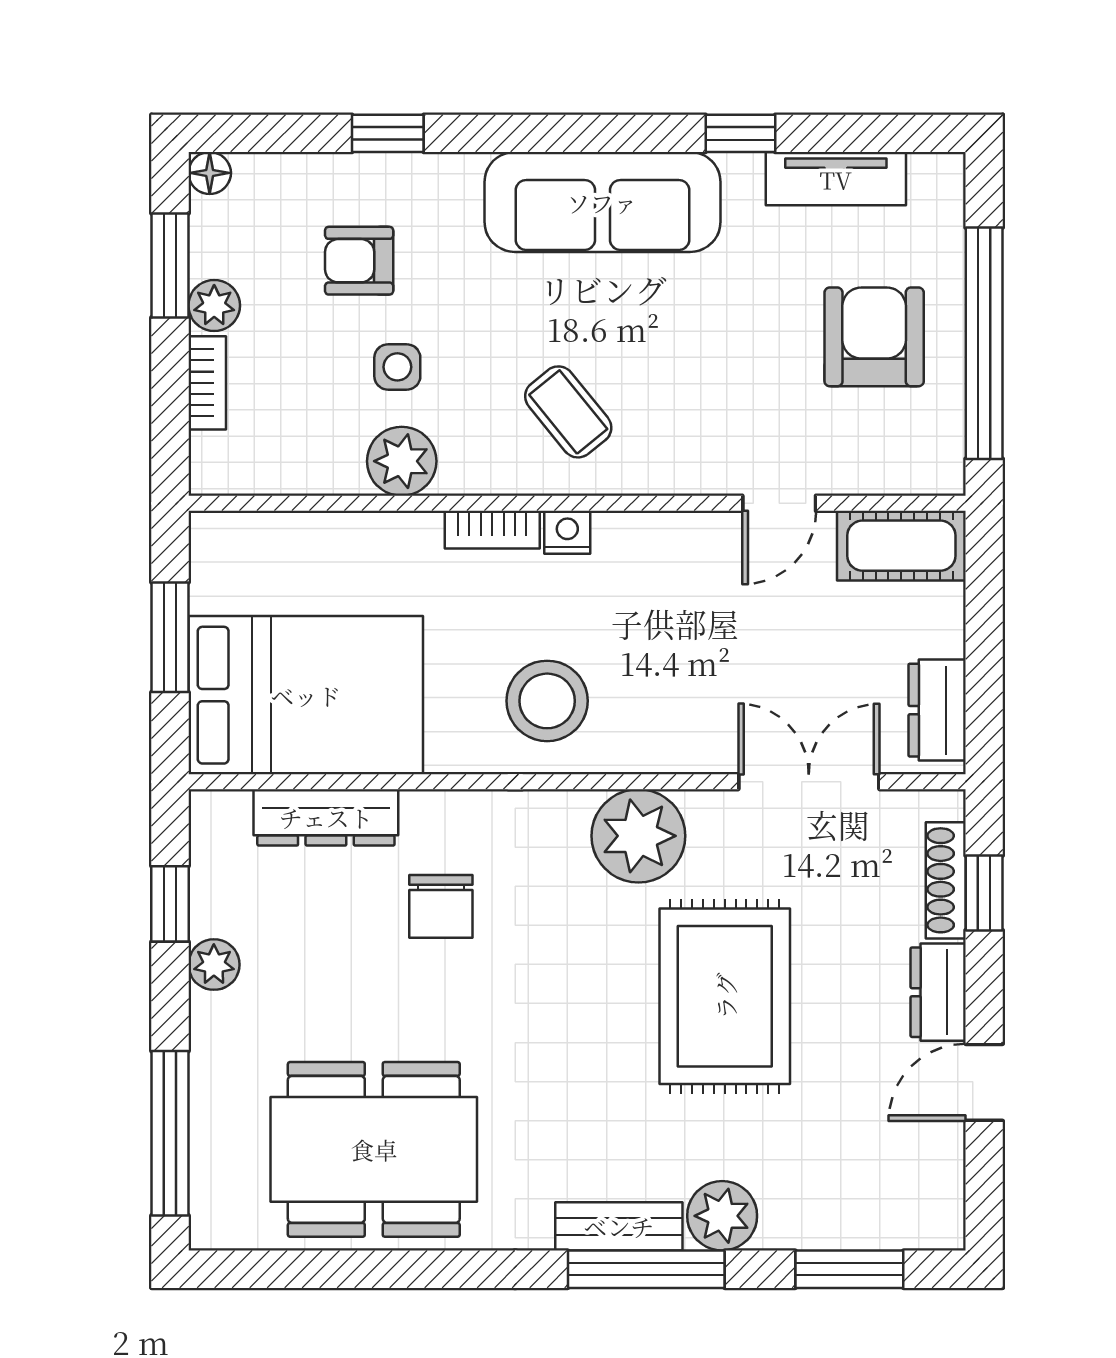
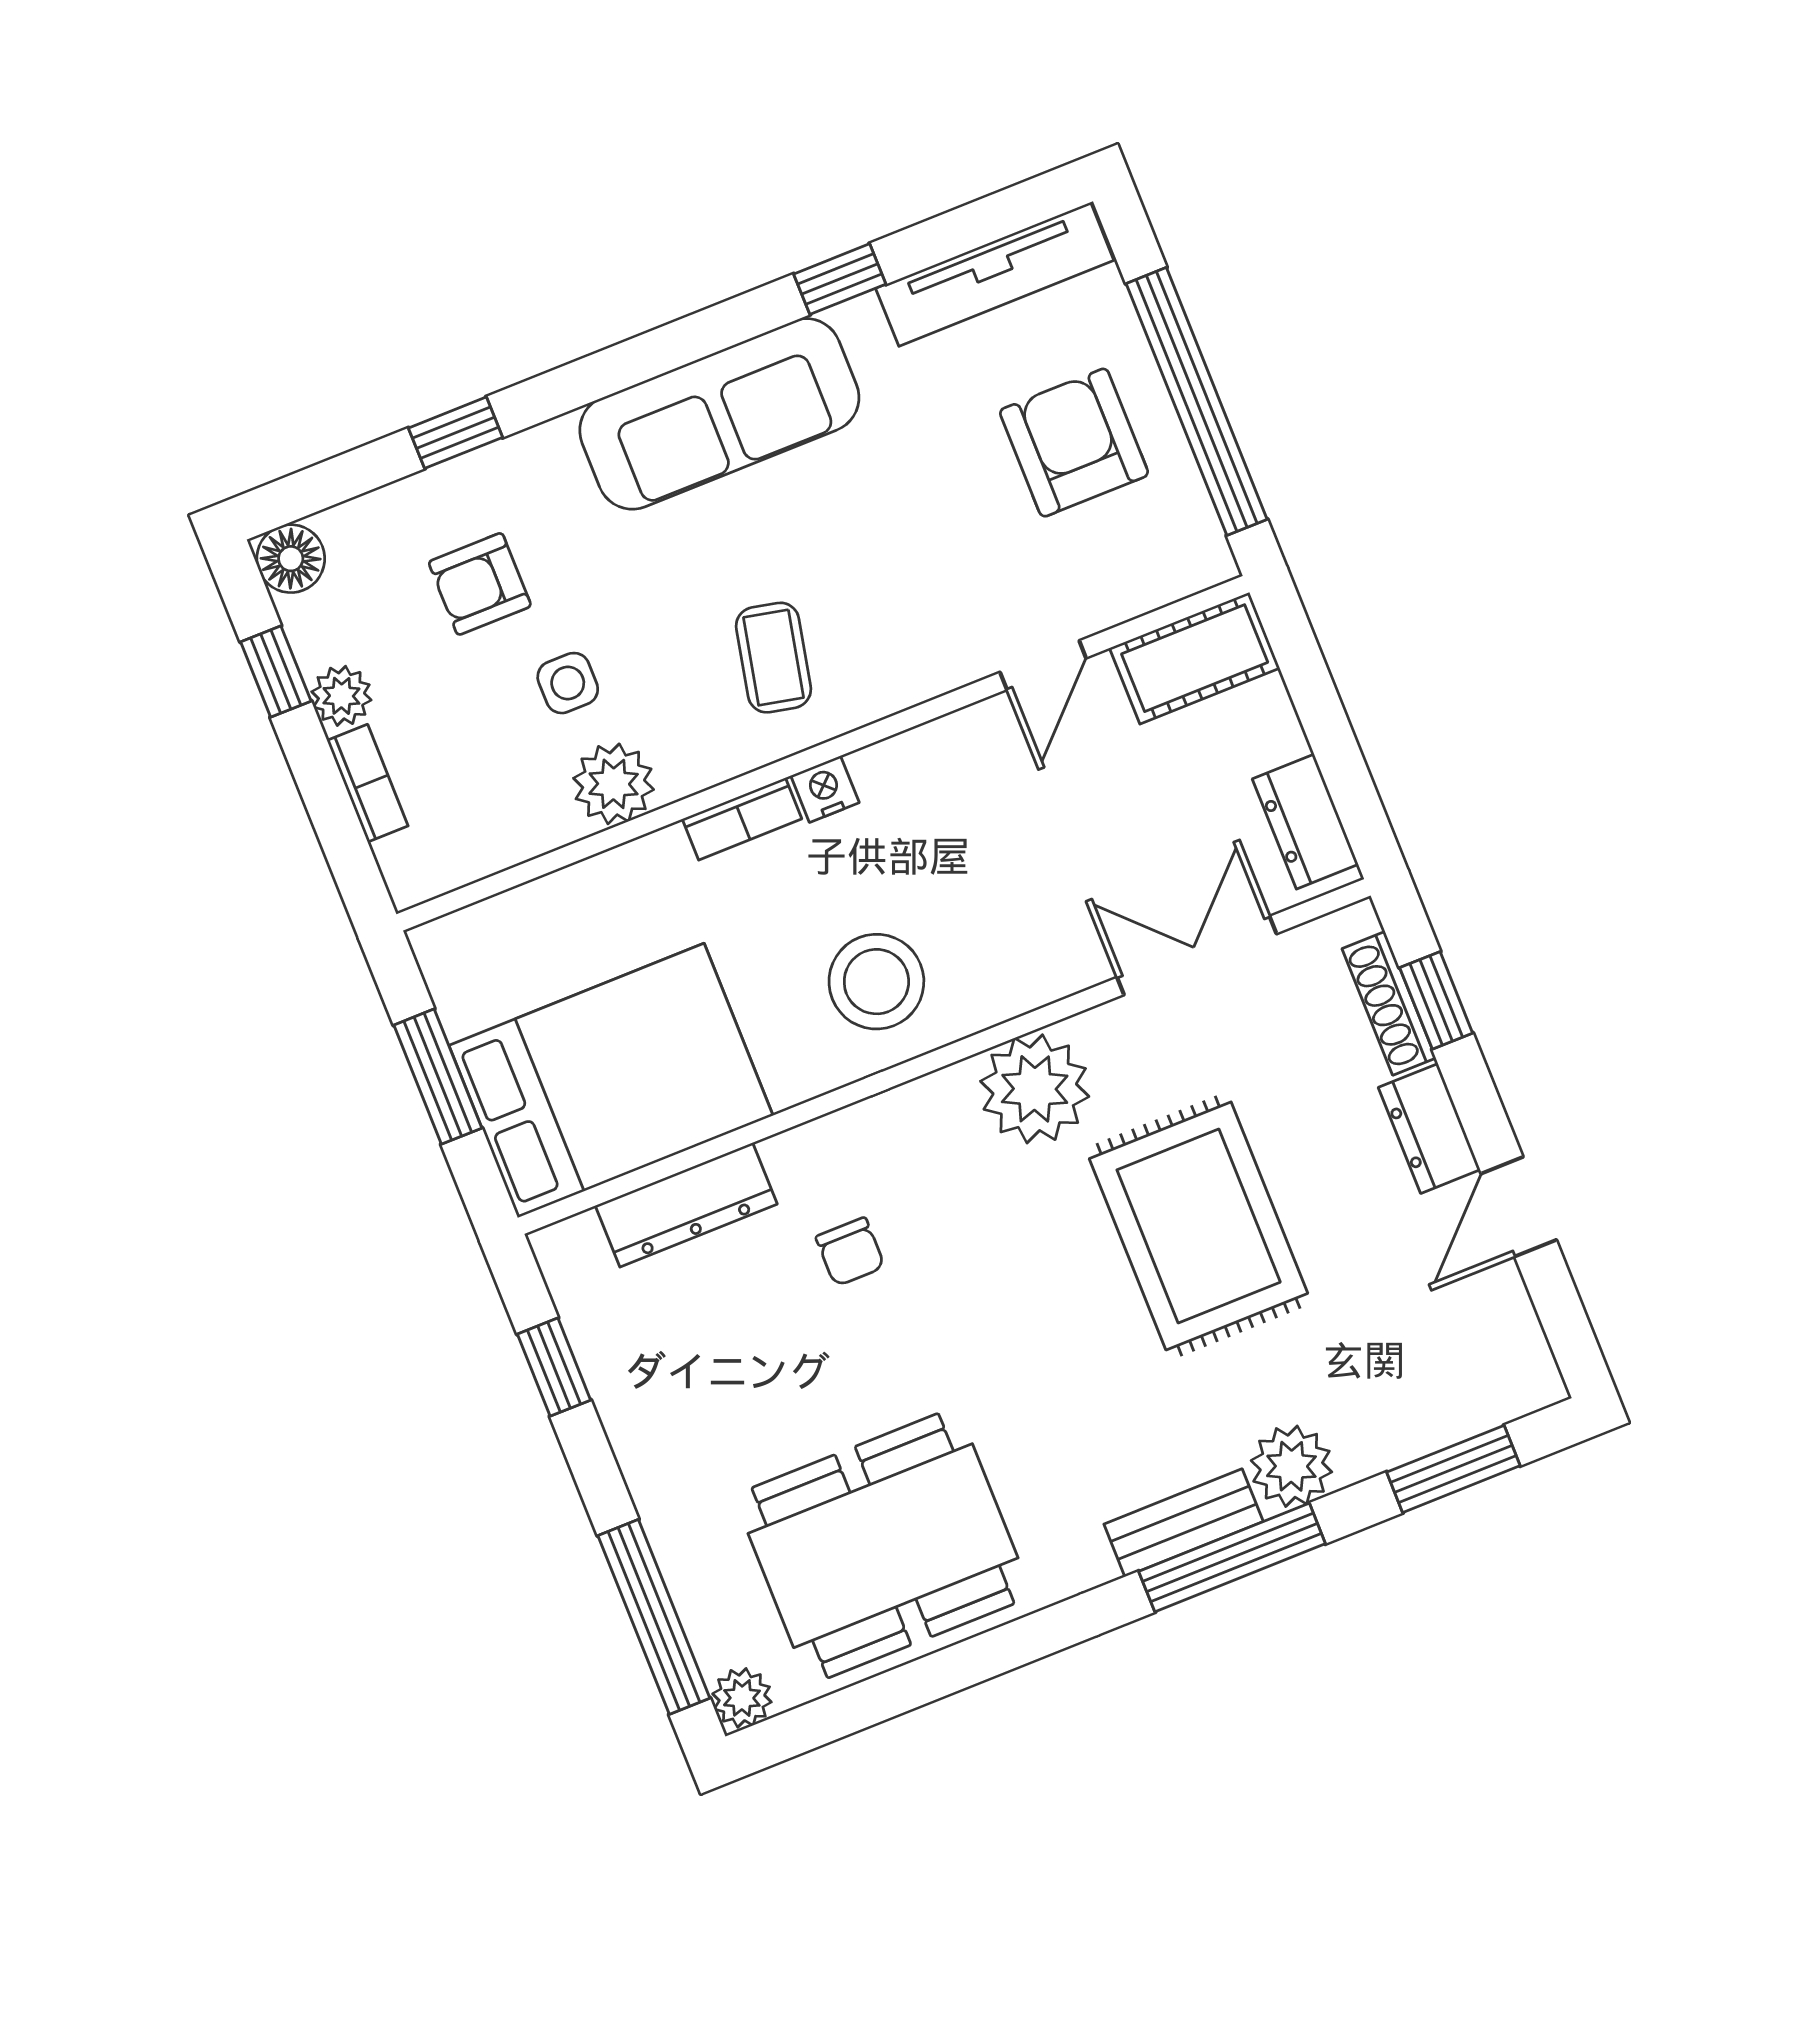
floor lamp: (210, 173) -> (291, 559), width x1.37, depth x1.37
tv unit: (836, 179) -> (995, 274), width x1.41
window: (170, 265) -> (276, 671), width x0.67
coffee table: (568, 412) -> (773, 658), turned 51
chair: (441, 906) -> (850, 1252), width x0.73, depth x0.73
plant: (214, 965) -> (742, 1698), moved

